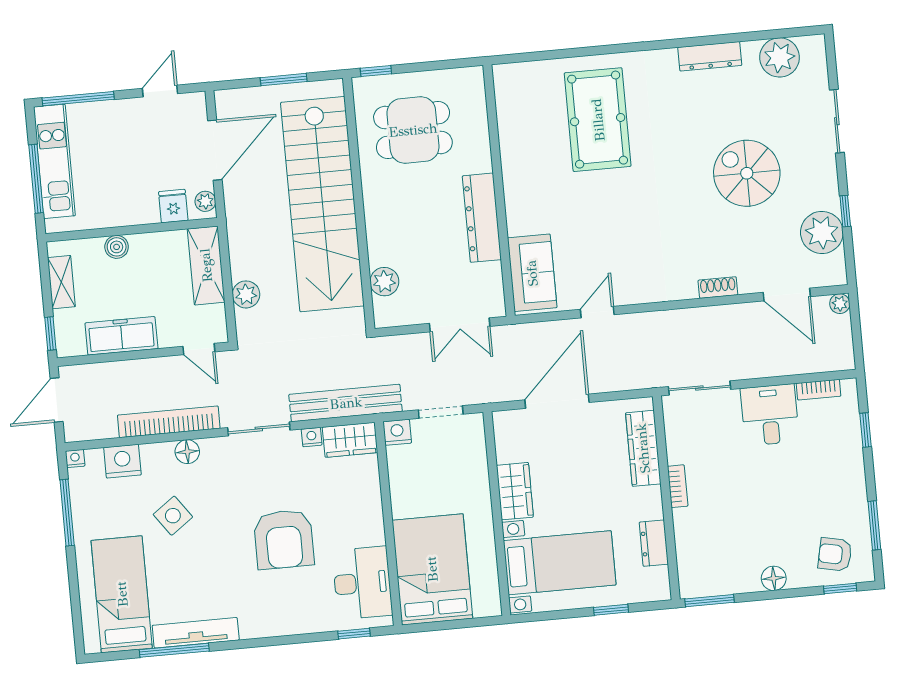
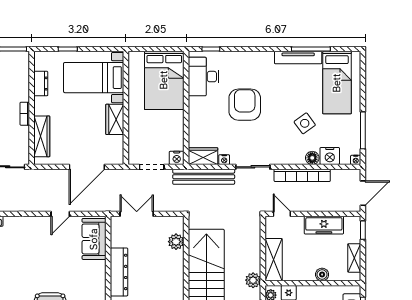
plant: (246, 294) -> (253, 280), moved
floor lamp: (187, 452) -> (312, 158), moved

